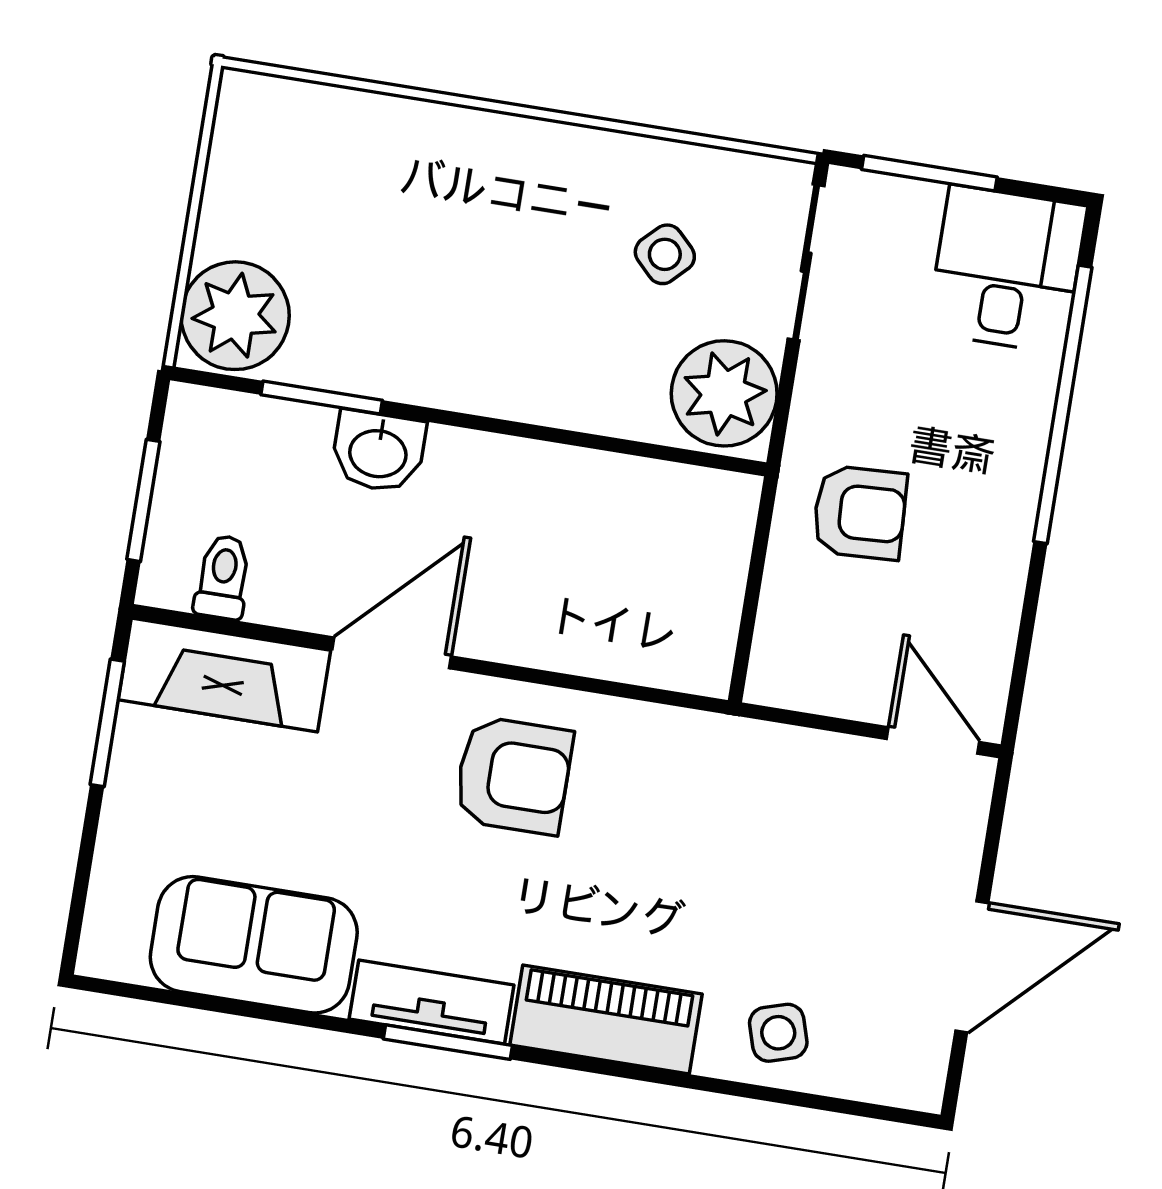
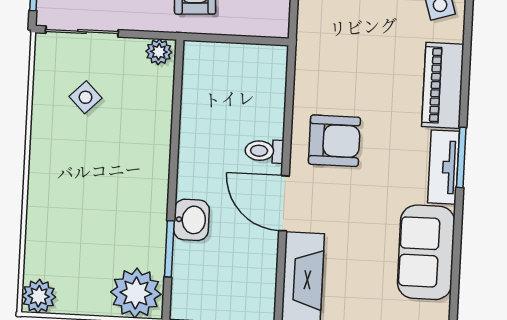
plant: (251, 108) -> (39, 296), added
plant: (724, 393) -> (159, 52), width x0.53, depth x0.53
toilet: (223, 577) -> (264, 151), moved
armchair: (513, 775) -> (334, 141), turned 90

